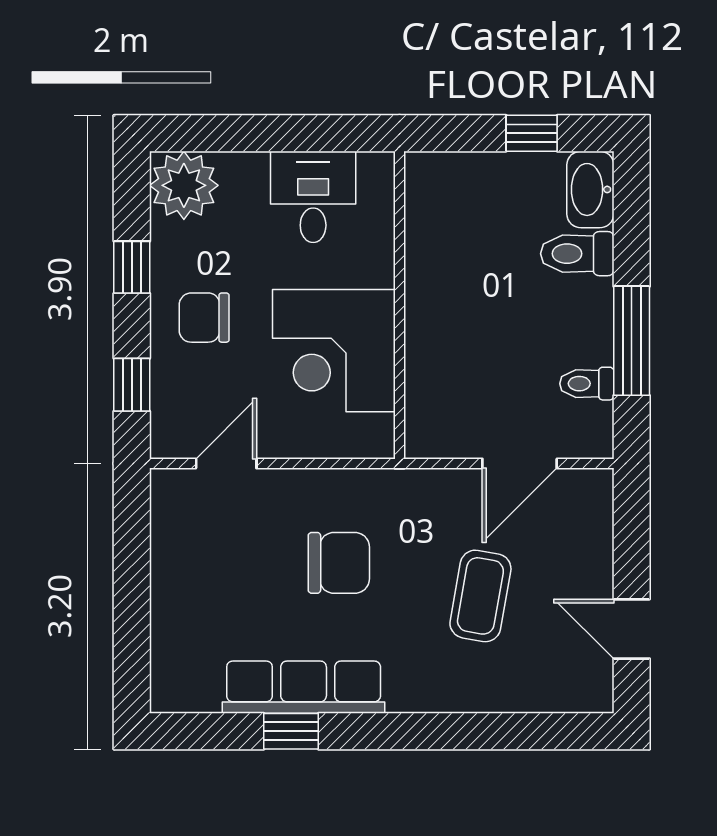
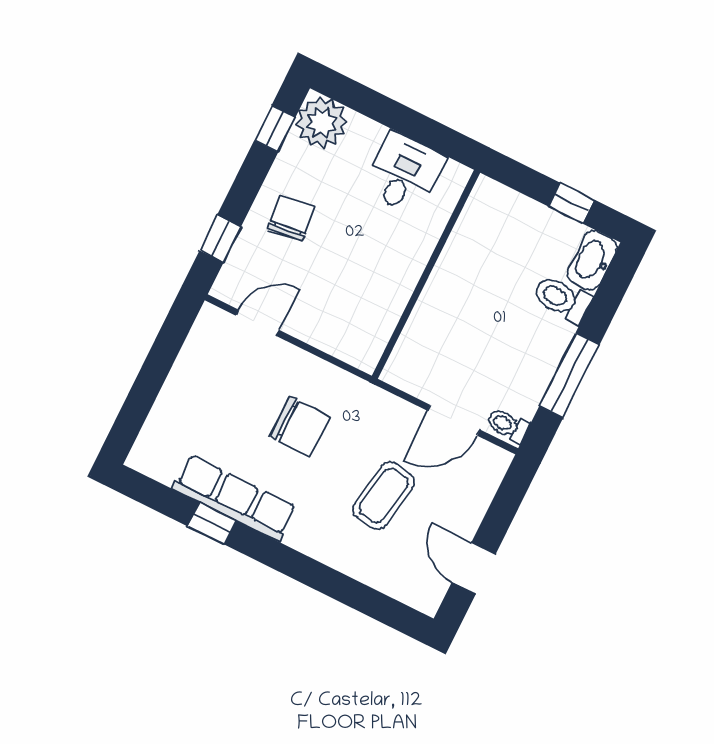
window: (132, 267) -> (275, 129), moved
chair: (204, 318) -> (291, 218), turned 83
corner desk: (334, 351) -> (367, 283), removed
toilet: (587, 384) -> (507, 425), moved

